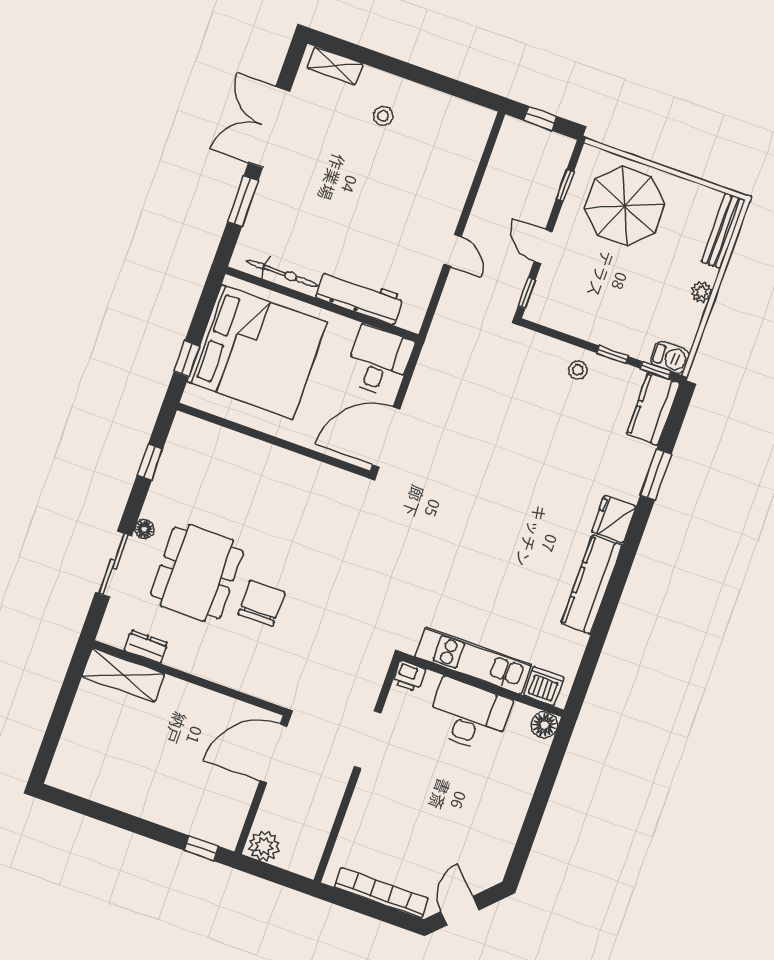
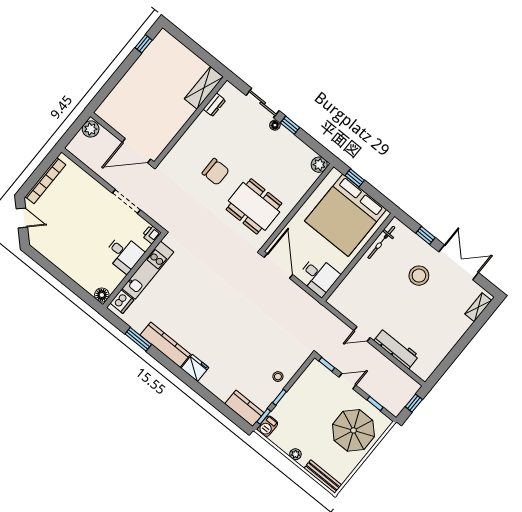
stool: (383, 116) -> (419, 276), moved, width x1.89, depth x1.89
window: (243, 201) -> (425, 235), width x0.67
workbench: (360, 297) -> (396, 348), moved, turned -90
plant: (186, 428) -> (319, 165), added
window: (150, 462) -> (290, 125), moved
window: (656, 474) -> (138, 339), moved
dining table: (197, 573) -> (254, 206), moved
desk: (469, 715) -> (124, 254), width x0.73
door: (273, 753) -> (136, 151), swing flipped
window: (201, 848) -> (144, 44), moved

